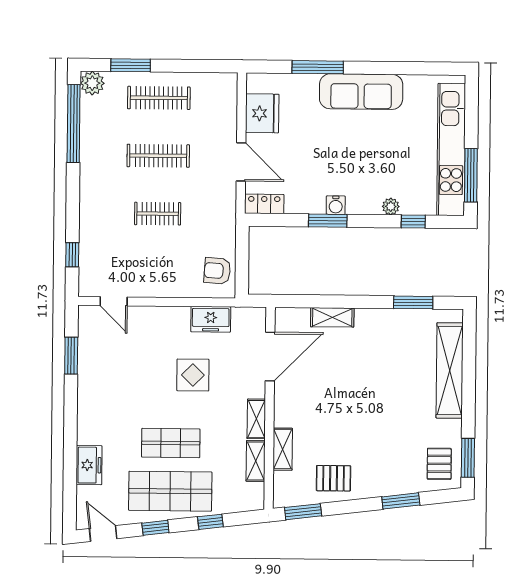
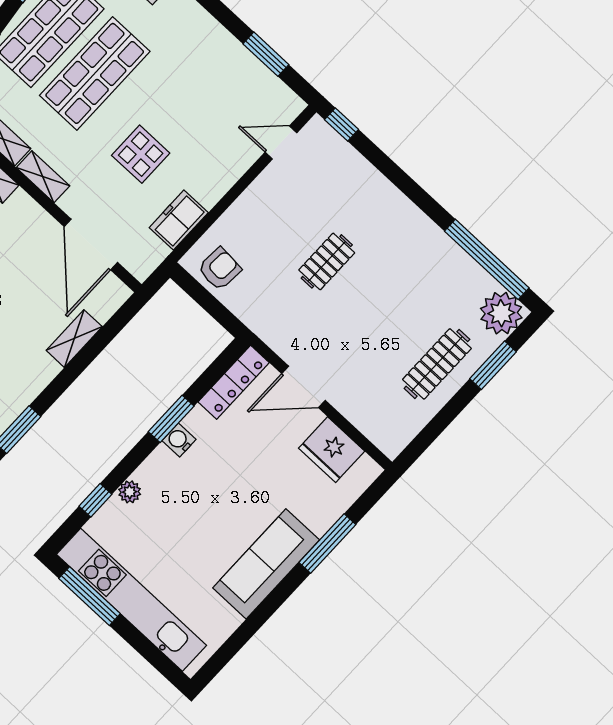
plant: (92, 83) -> (501, 313), width x1.36, depth x1.36
clothes rail: (158, 156) -> (382, 313), removed
locker: (264, 204) -> (234, 382), width x1.53
window: (72, 255) -> (341, 124), moved
shop shelf: (171, 443) -> (95, 73), width x1.43, depth x1.36

